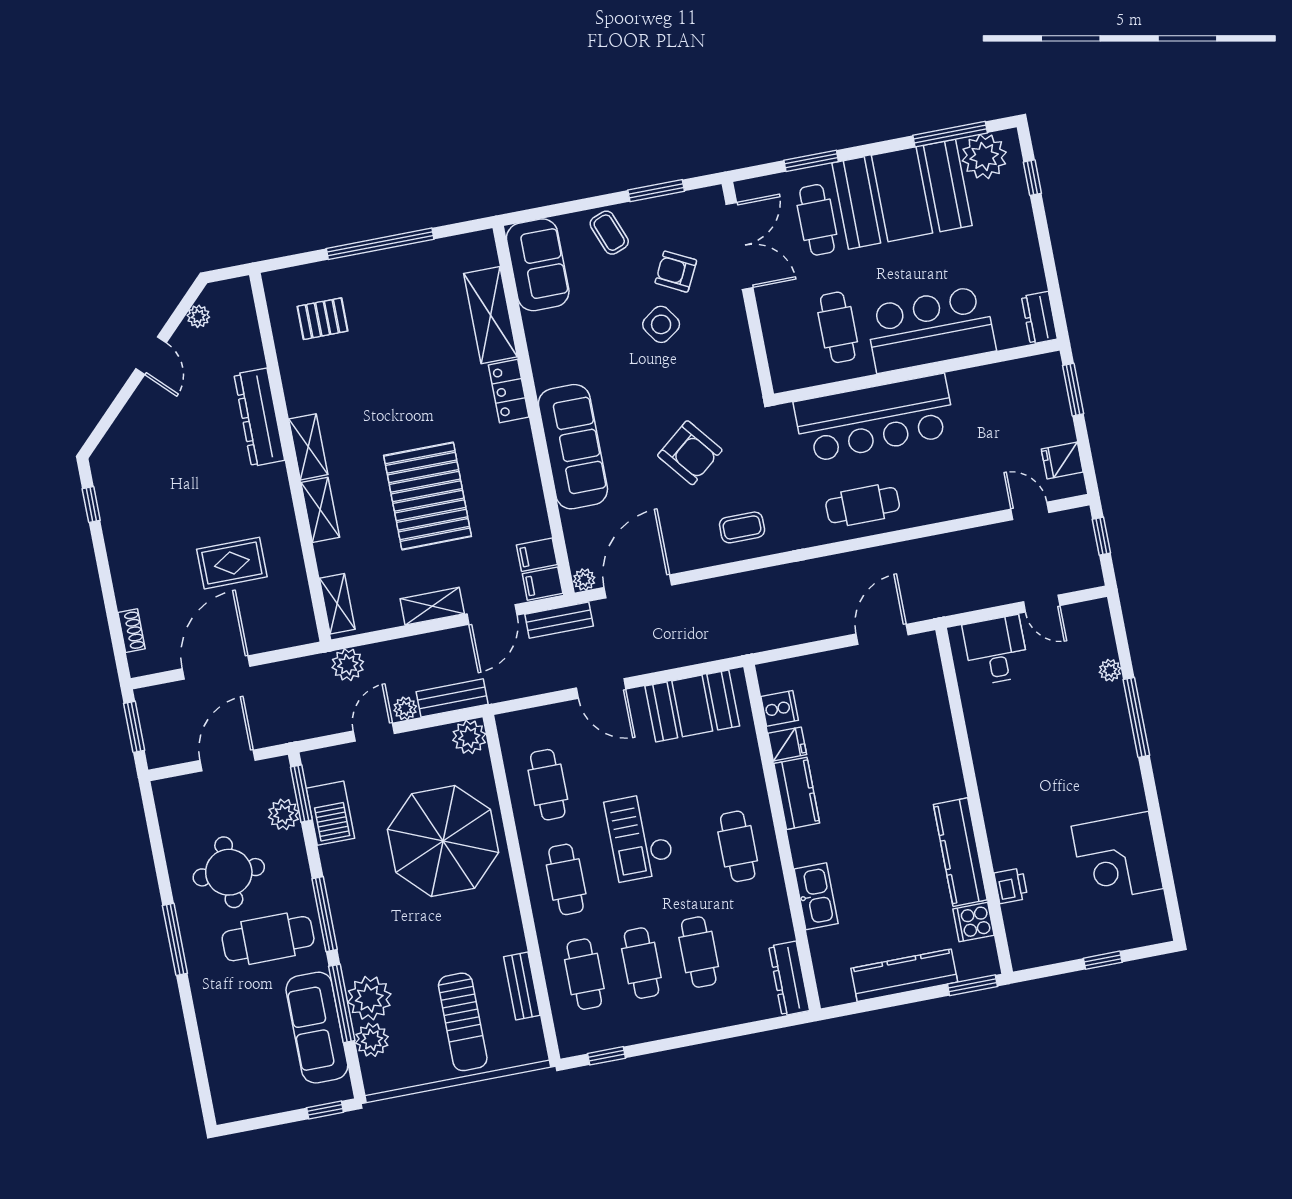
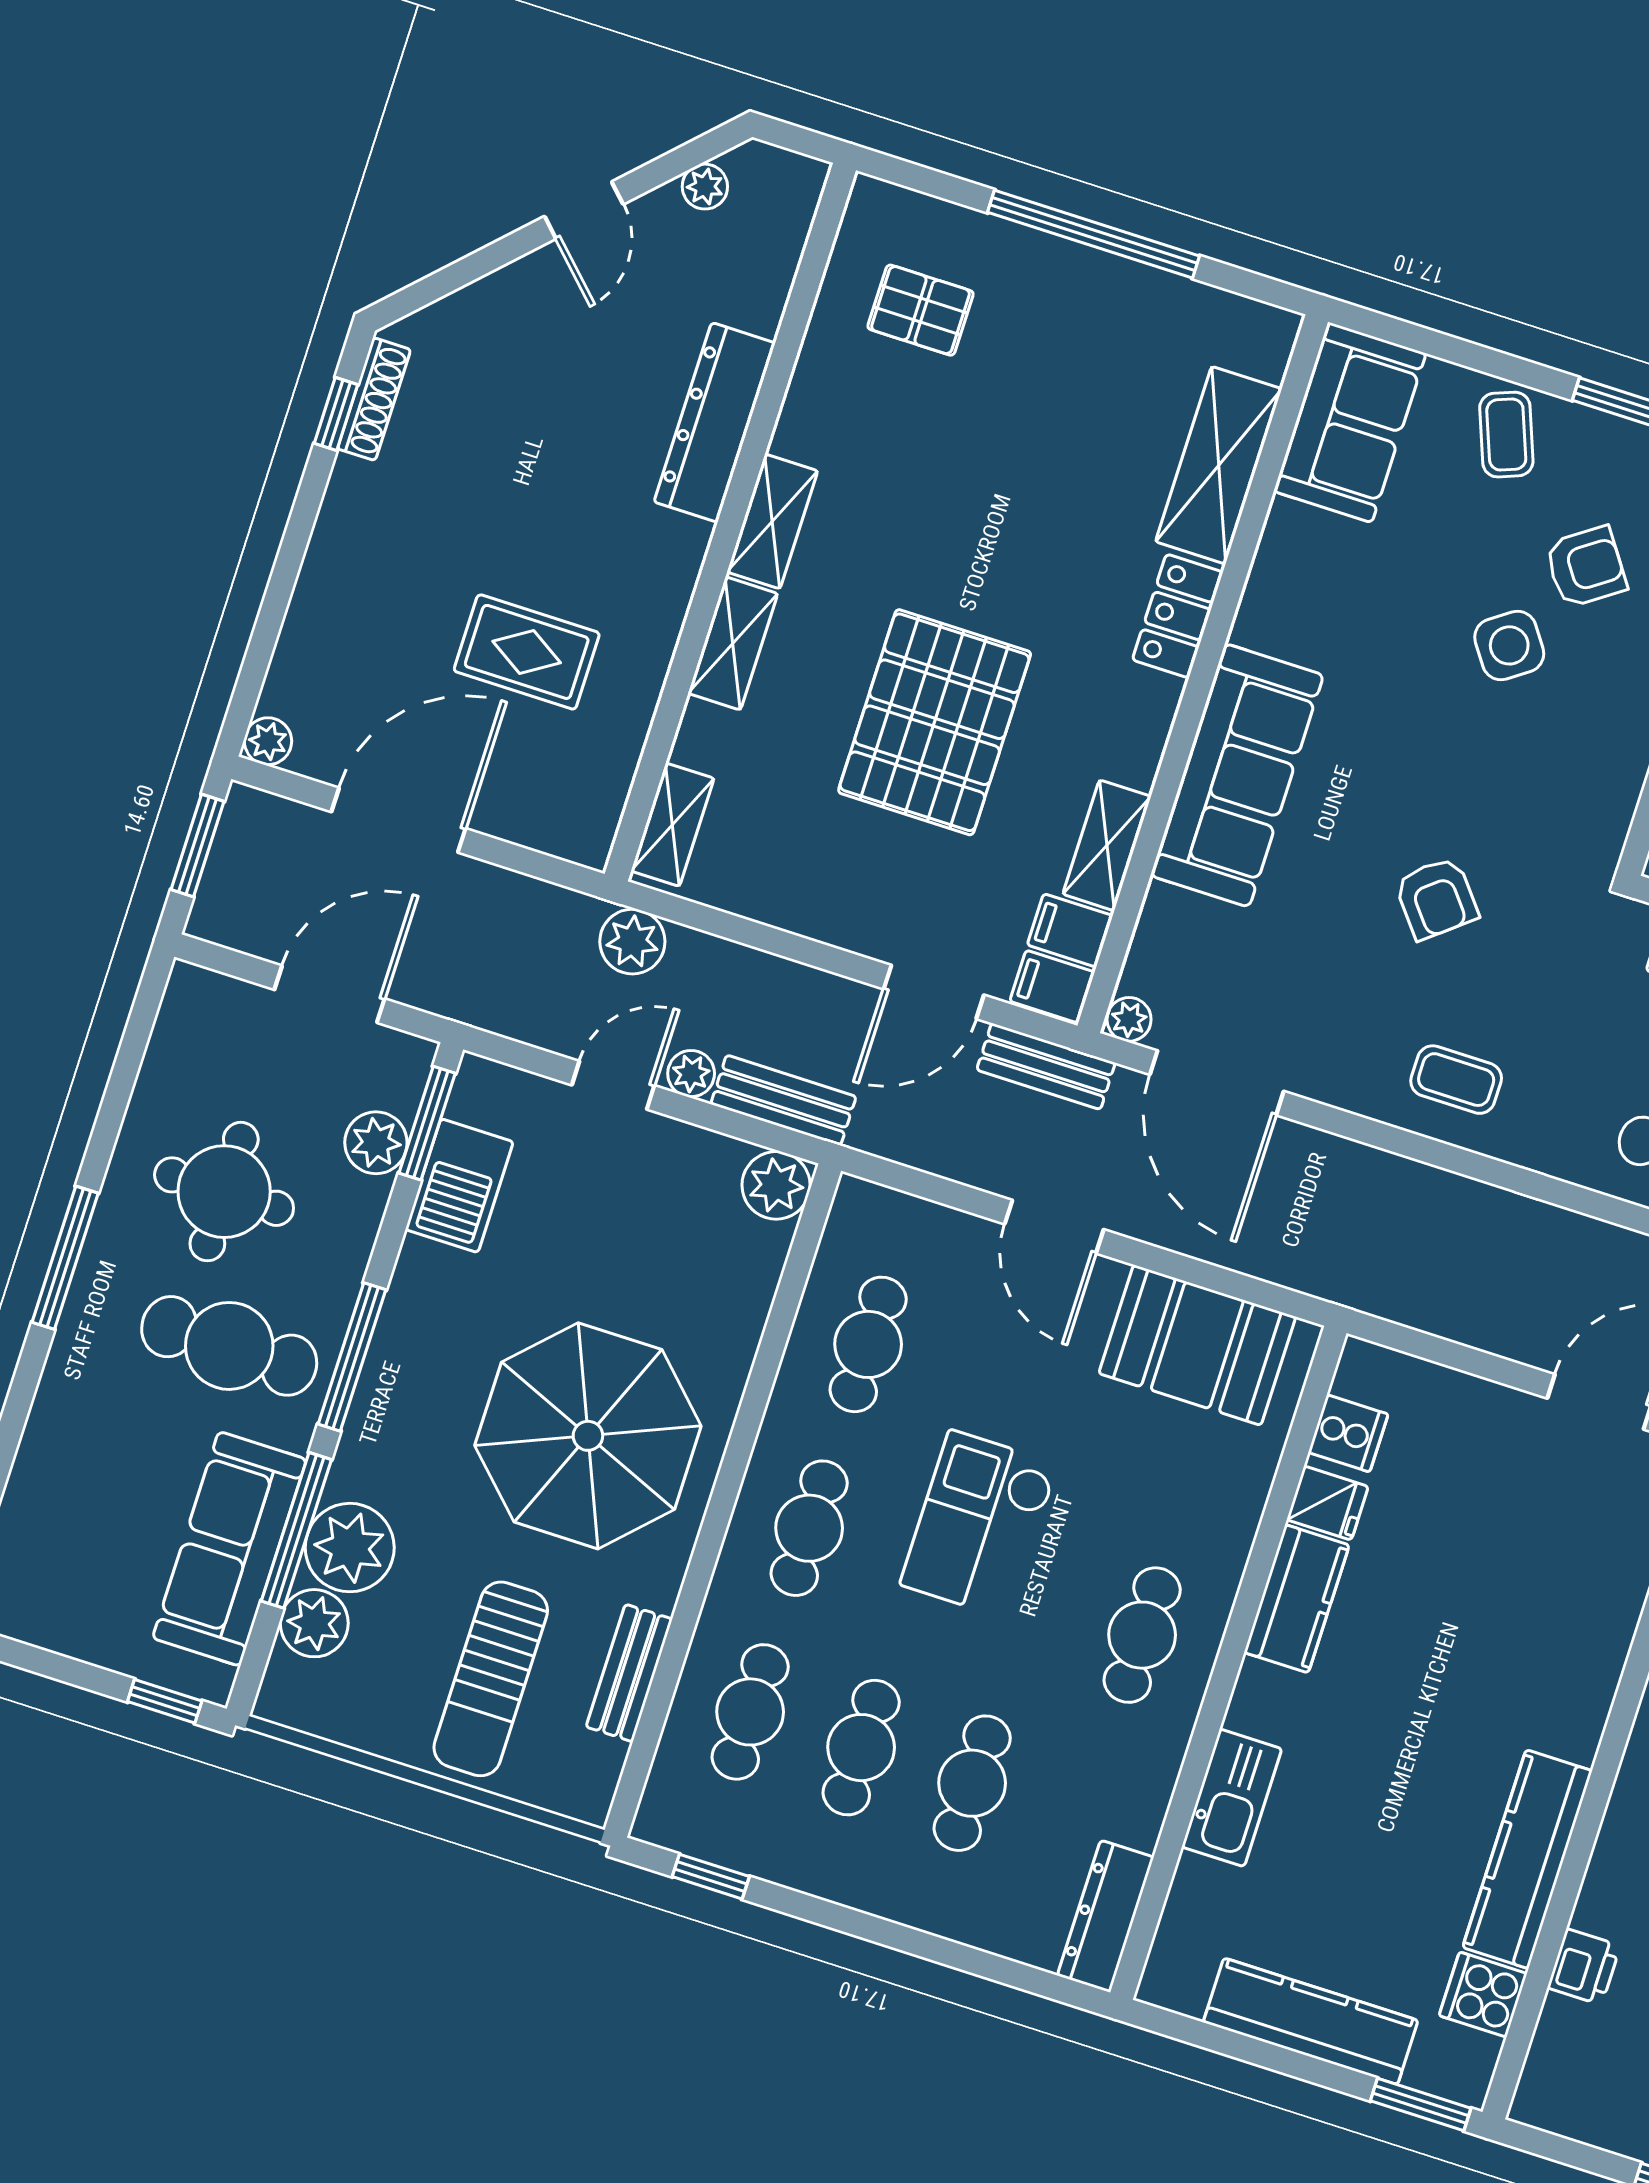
armchair: (676, 272) -> (1586, 567), turned 118
armchair: (690, 453) -> (1436, 898), width x0.72, depth x0.72
door: (638, 586) -> (1217, 1083), swing flipped
shelving: (432, 606) -> (1107, 845), moved, turned 90
shoe rack: (132, 631) -> (374, 399), moved, width x1.43
plant: (140, 664) -> (268, 741), added
parasol: (443, 841) -> (588, 1436), moved

